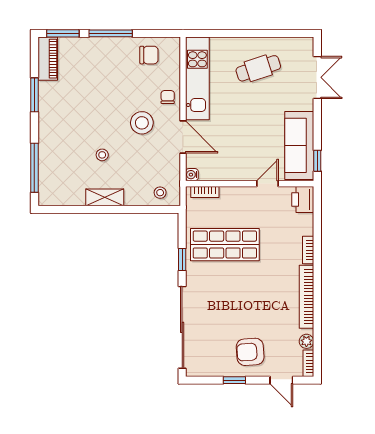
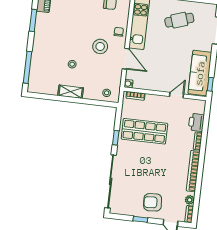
printer: (303, 199) -> (196, 122), moved

